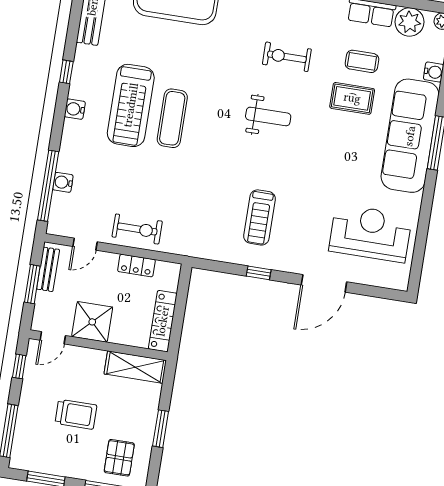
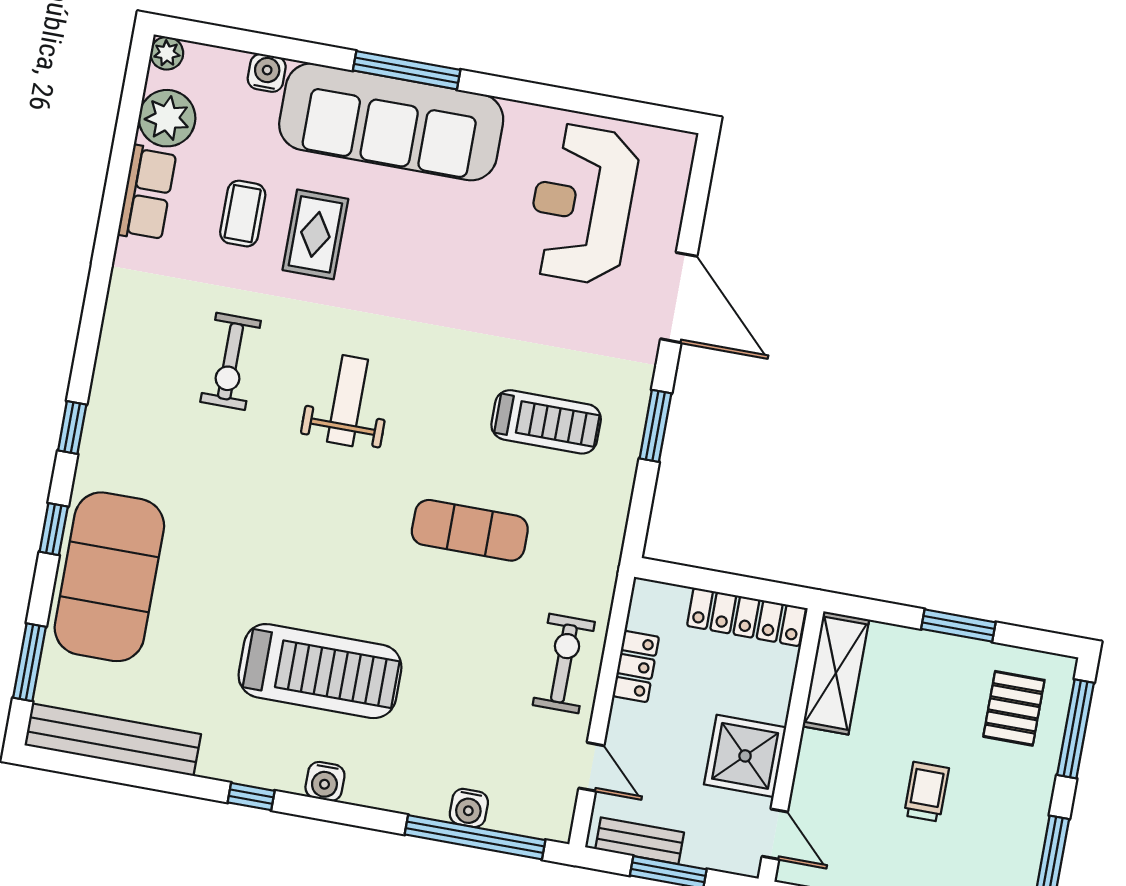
exercise mat: (172, 118) -> (470, 530), moved
window: (259, 273) -> (655, 426), width x1.50
trolley: (76, 414) -> (926, 792), width x0.73, depth x0.72
pallet: (119, 458) -> (1014, 708), turned 90

